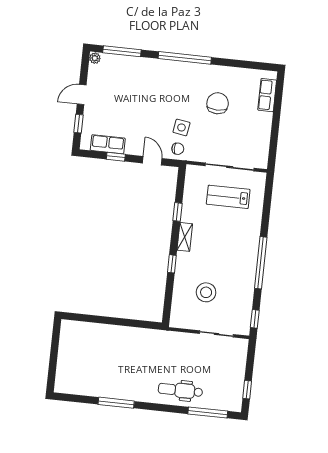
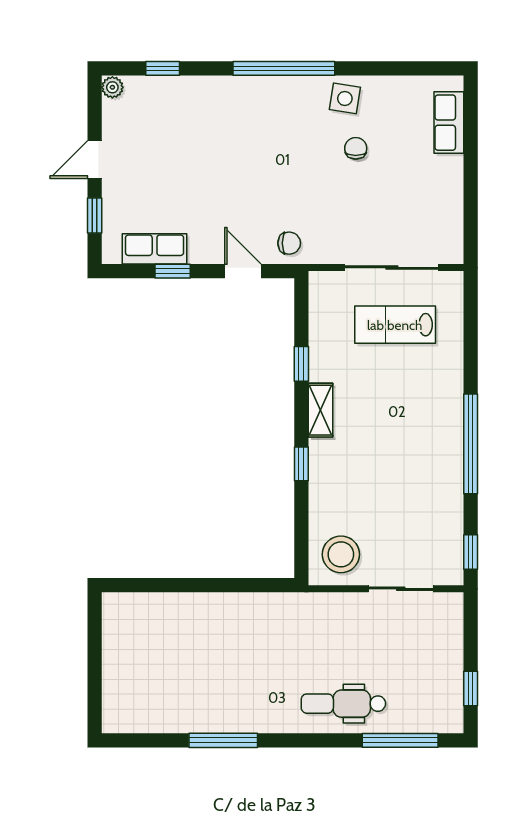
window: (122, 51) -> (163, 68), width x0.46
chair: (218, 103) -> (356, 148), width x0.54, depth x0.54
side table: (181, 127) -> (345, 98), moved
stool: (206, 292) -> (341, 554), moved

